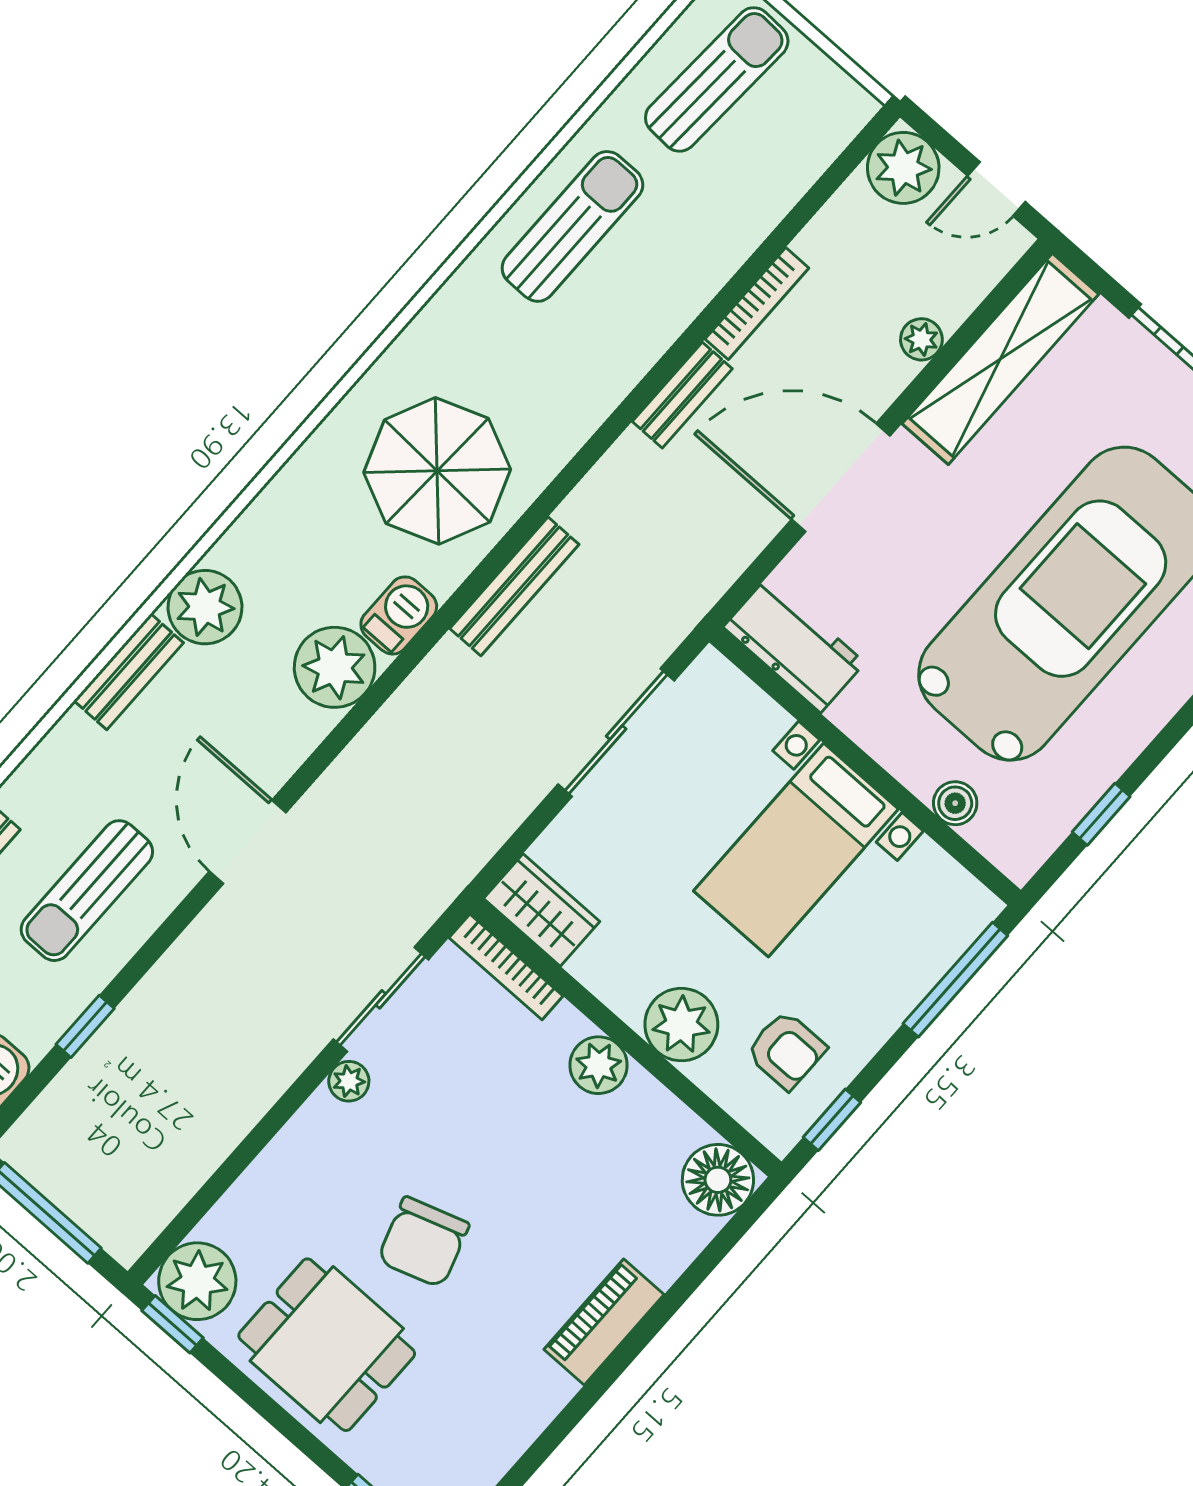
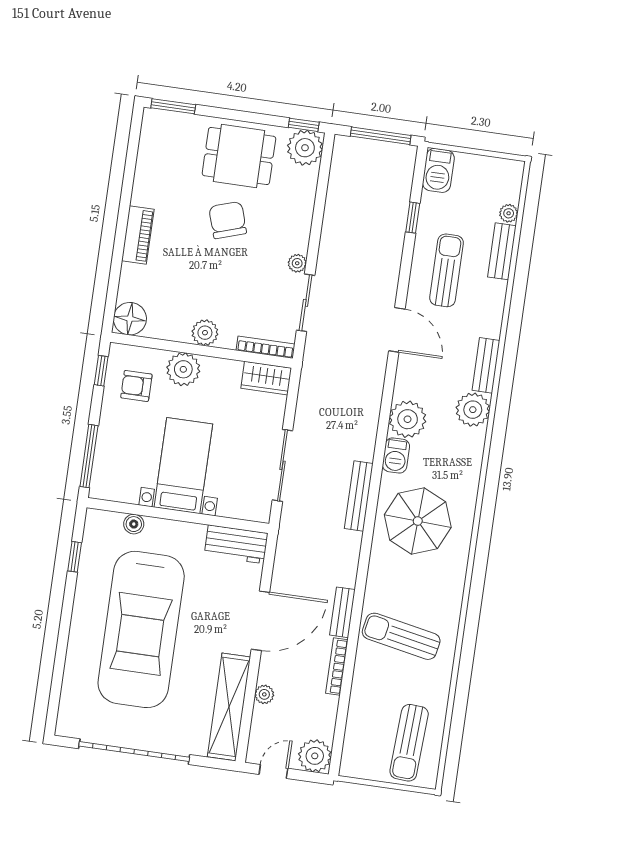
sun lounger: (572, 226) -> (401, 636), moved, turned 101

